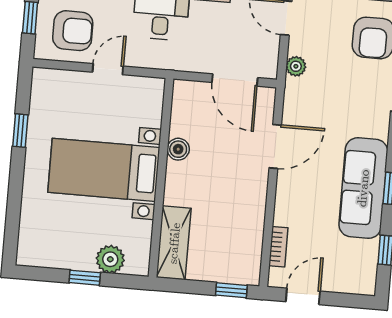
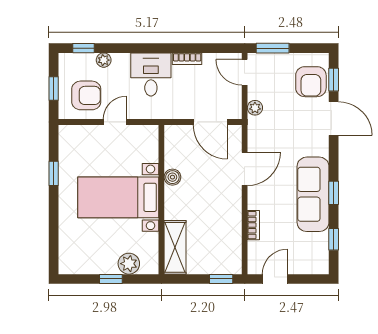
bookcase: (278, 247) -> (253, 225), moved

